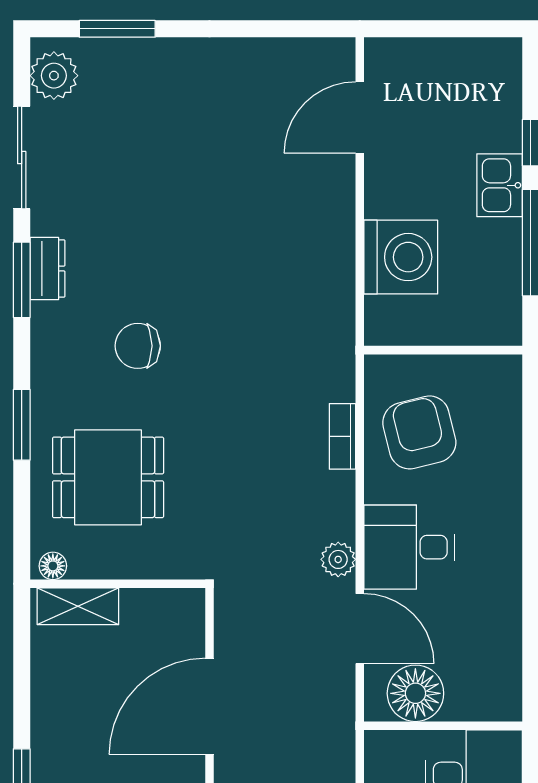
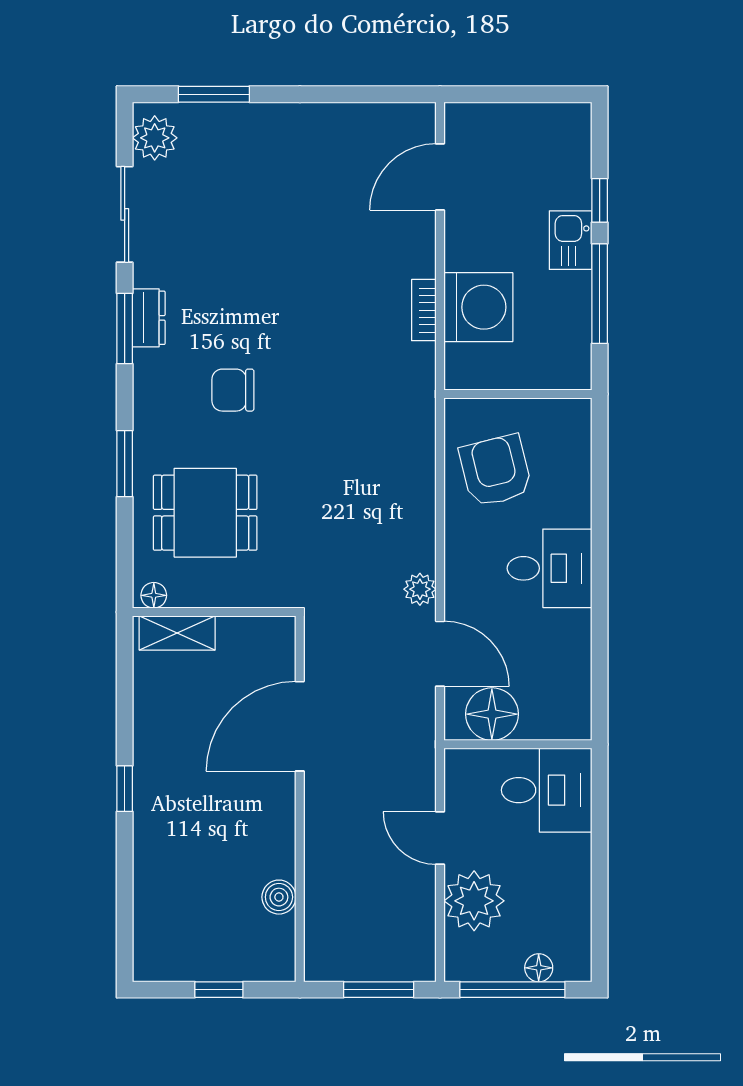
bookcase: (342, 436) -> (424, 310), moved
desk: (409, 547) -> (550, 568), moved, turned 180

